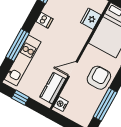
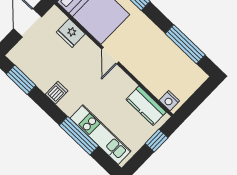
door: (73, 69) -> (110, 56), moved
armchair: (99, 78) -> (149, 43), removed
window: (20, 98) -> (157, 141), moved

